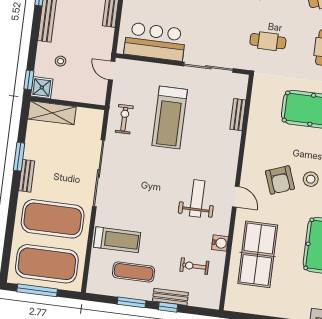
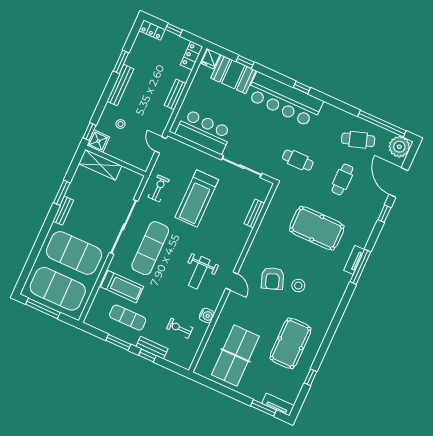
exercise mat: (135, 188) -> (150, 248), added
weight bench: (197, 198) -> (199, 273), turned 180
table tennis table: (258, 254) -> (235, 355), moved

